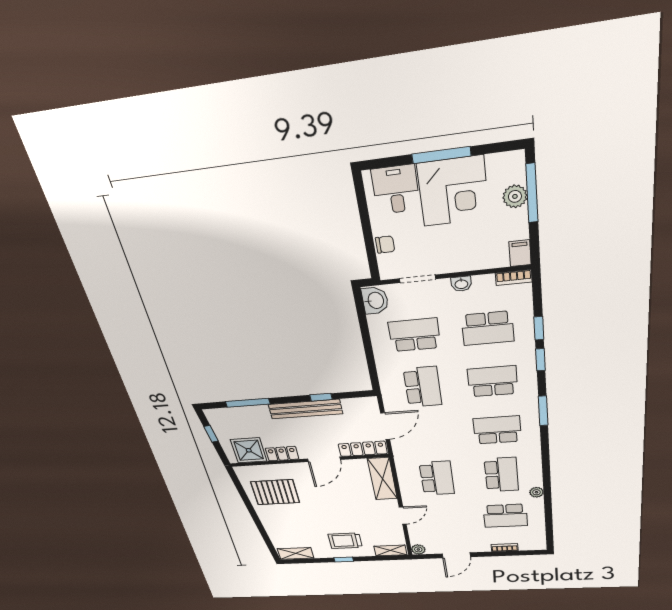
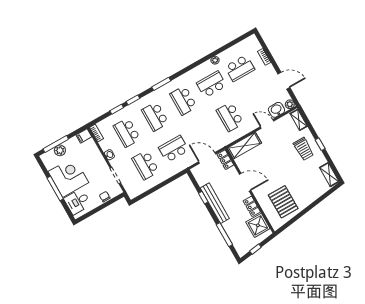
washbasin: (375, 300) -> (276, 110), moved
school desk: (488, 328) -> (127, 133), turned 180
locker: (363, 449) -> (225, 160), width x0.66
school desk: (437, 478) -> (230, 117), turned -90
school desk: (505, 516) -> (240, 68), turned 90

